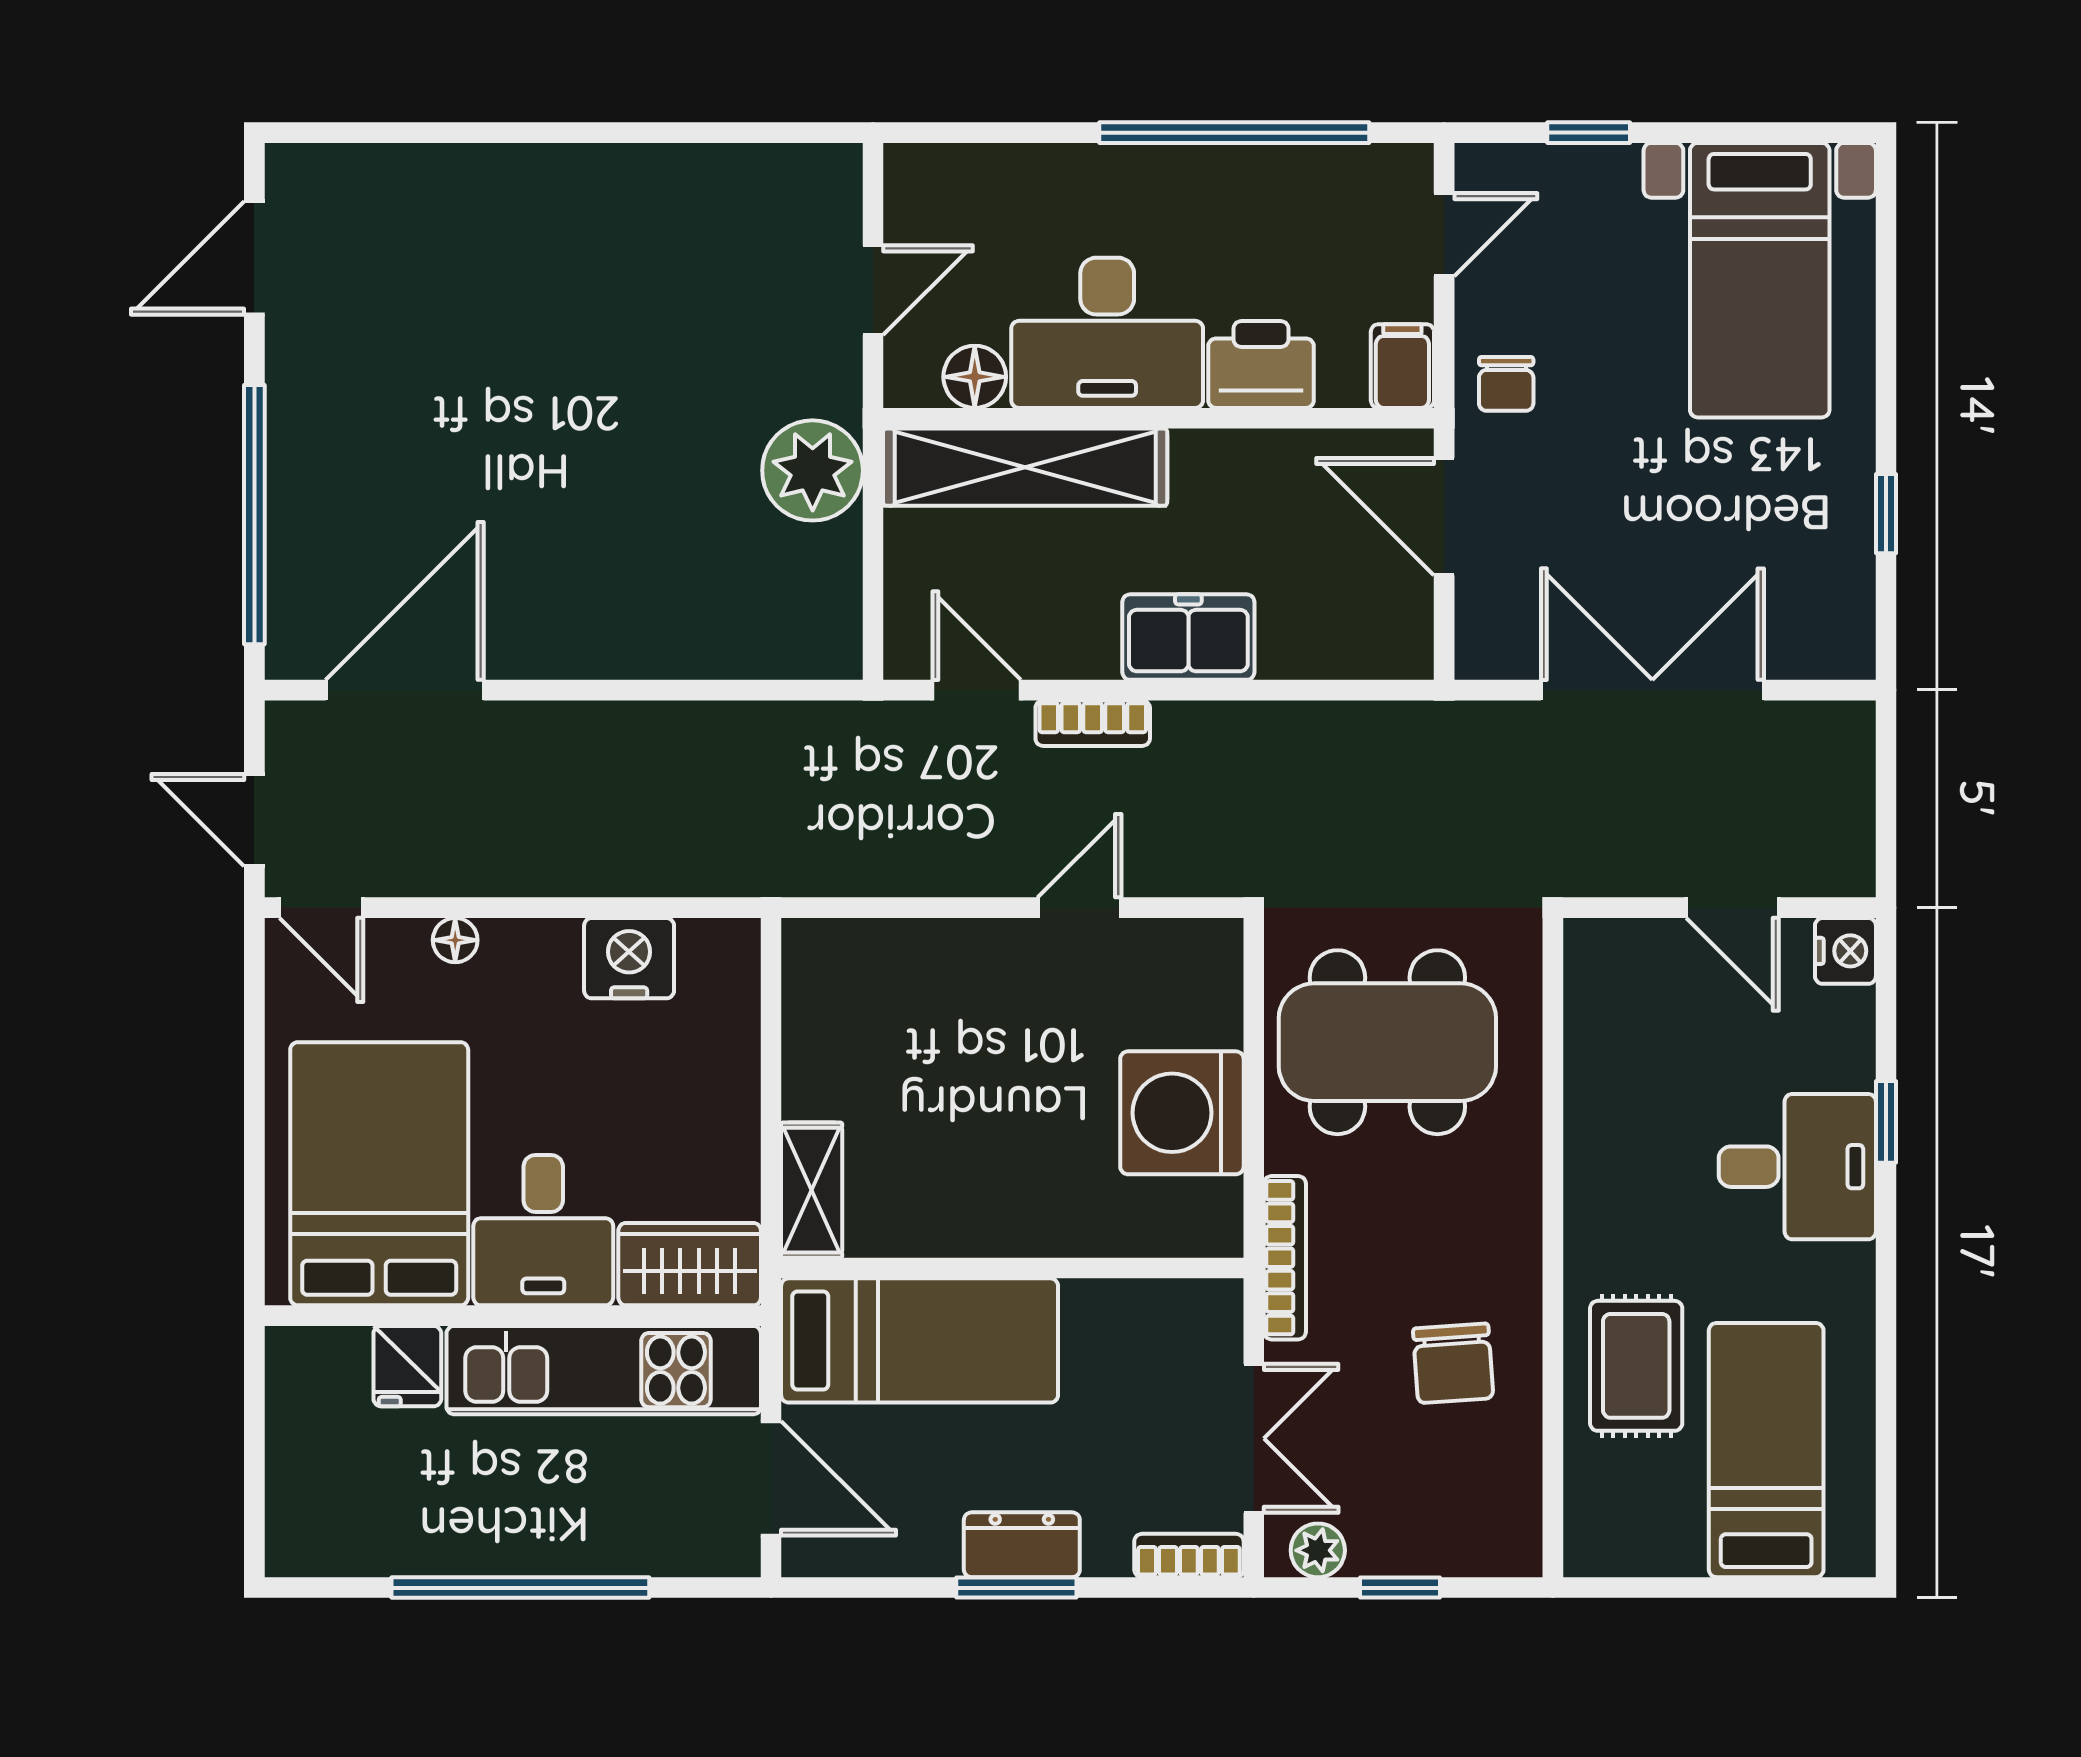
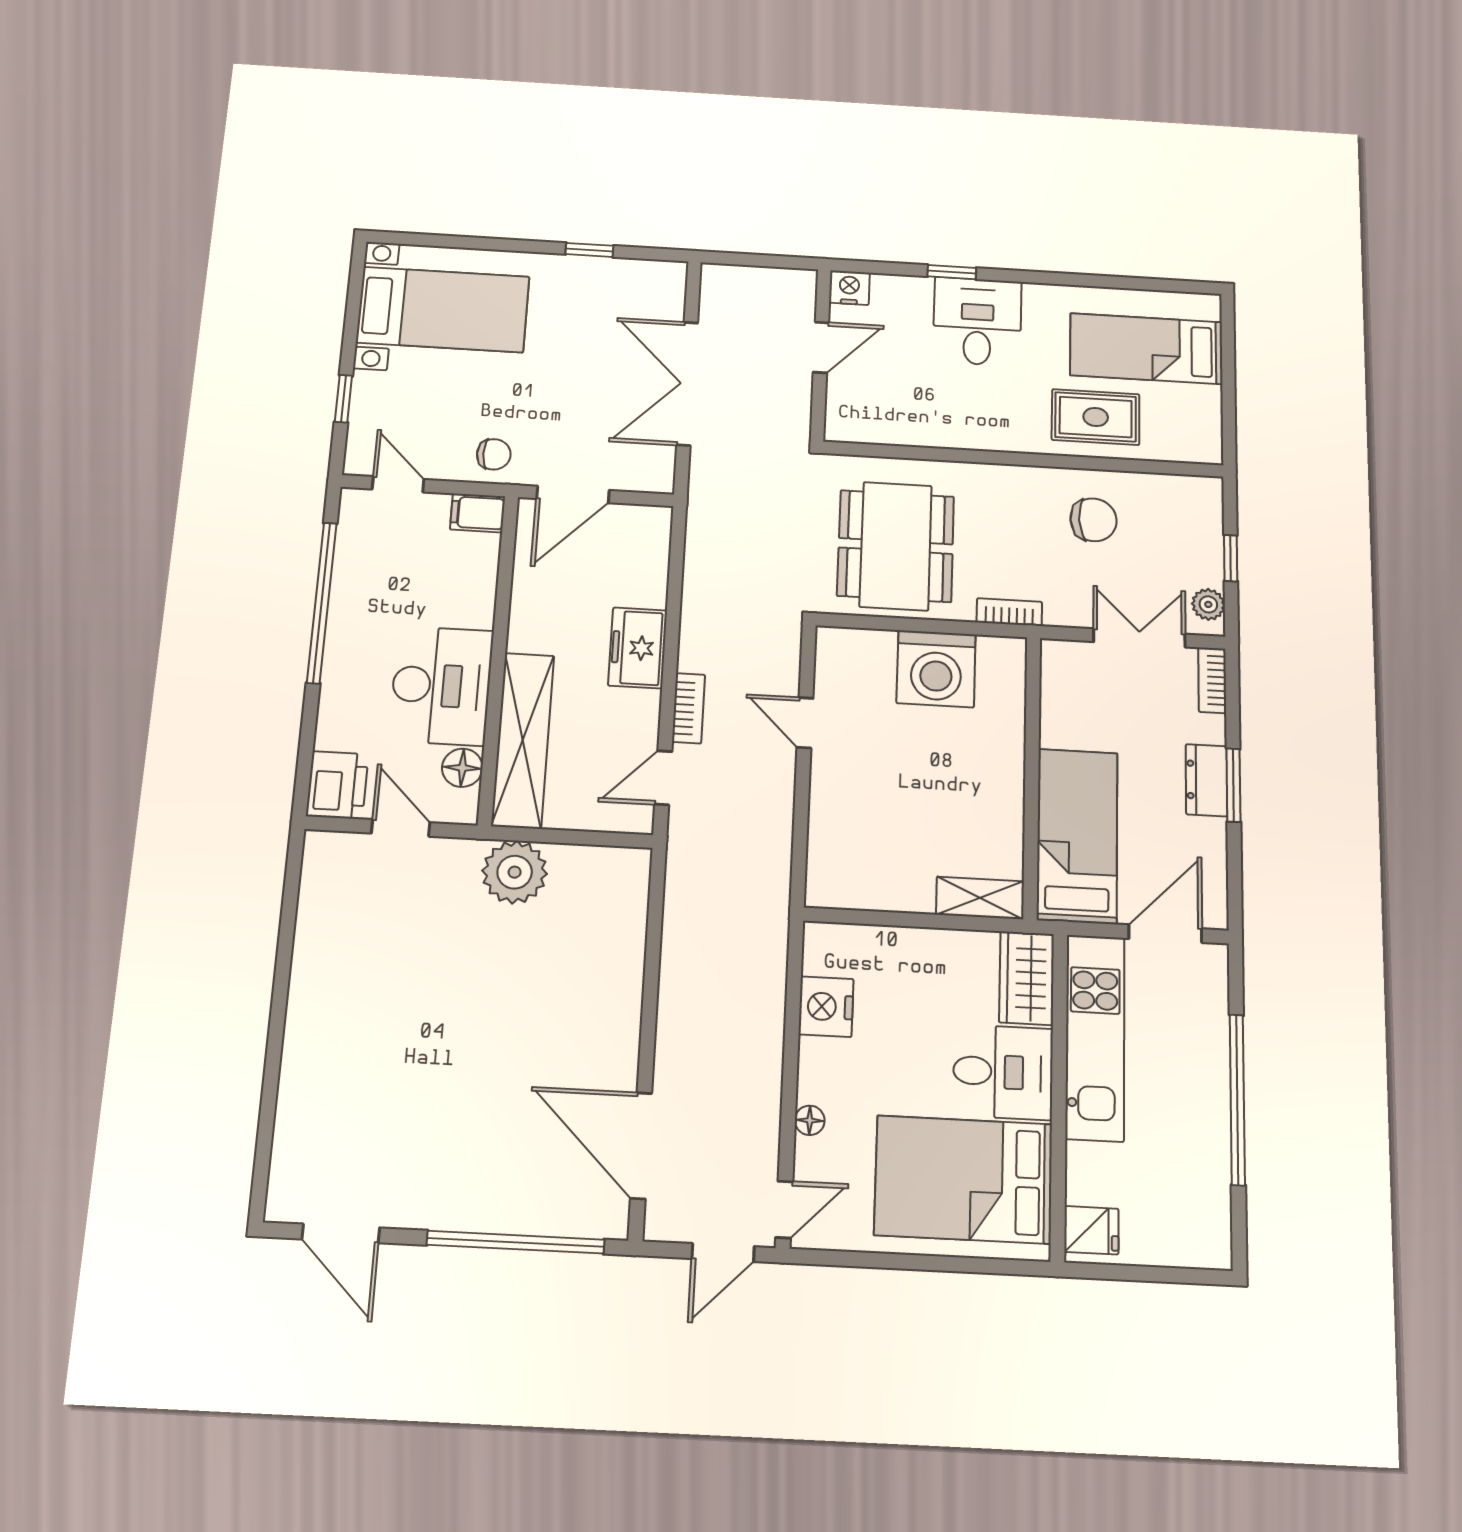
printer: (1261, 364) -> (337, 785), moved, turned 180
bookcase: (1285, 1258) -> (1009, 612), width x0.64
fridge: (407, 1366) -> (1091, 1230), moved

